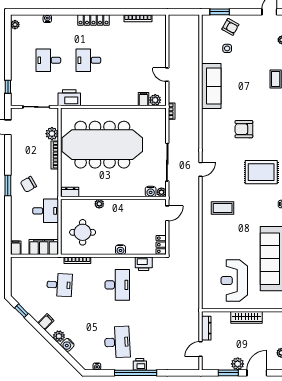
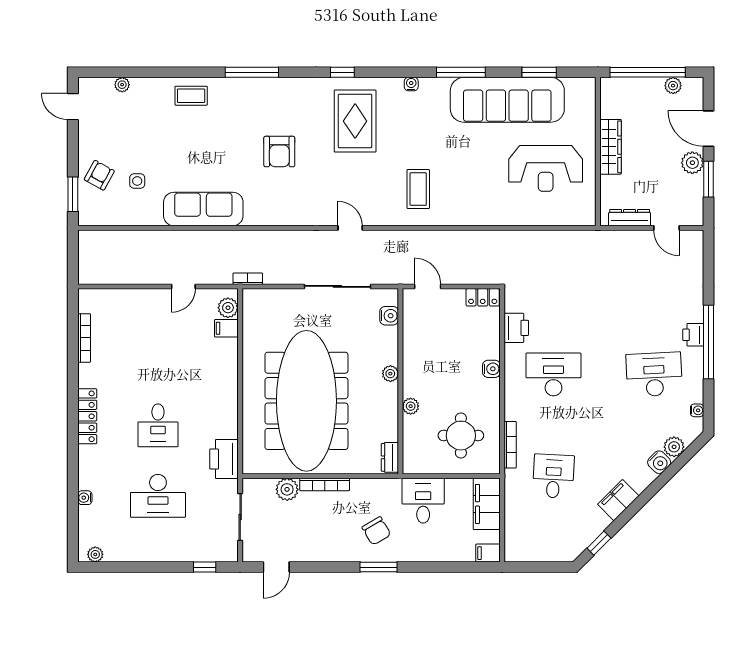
desk: (48, 60) -> (158, 496), width x1.37
plant: (161, 192) -> (390, 374), moved
filing cabinet: (46, 322) -> (618, 500), width x2.00
plant: (59, 336) -> (674, 447), moved

